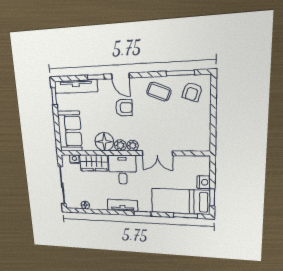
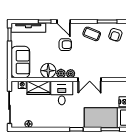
tv unit: (122, 205) -> (60, 123), removed

